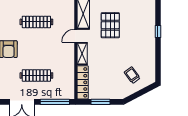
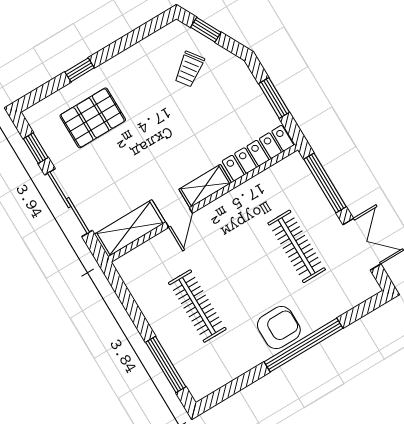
pallet: (110, 25) -> (93, 118), moved
door: (76, 36) -> (179, 218), hinge flipped
window: (144, 91) -> (206, 30), added

